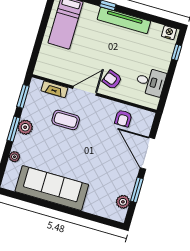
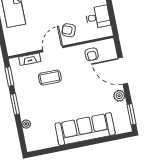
plant: (25, 127) -> (23, 98), removed
sofa: (52, 188) -> (85, 129), moved
window: (137, 190) -> (131, 114), moved
plant: (123, 202) -> (119, 96), moved

